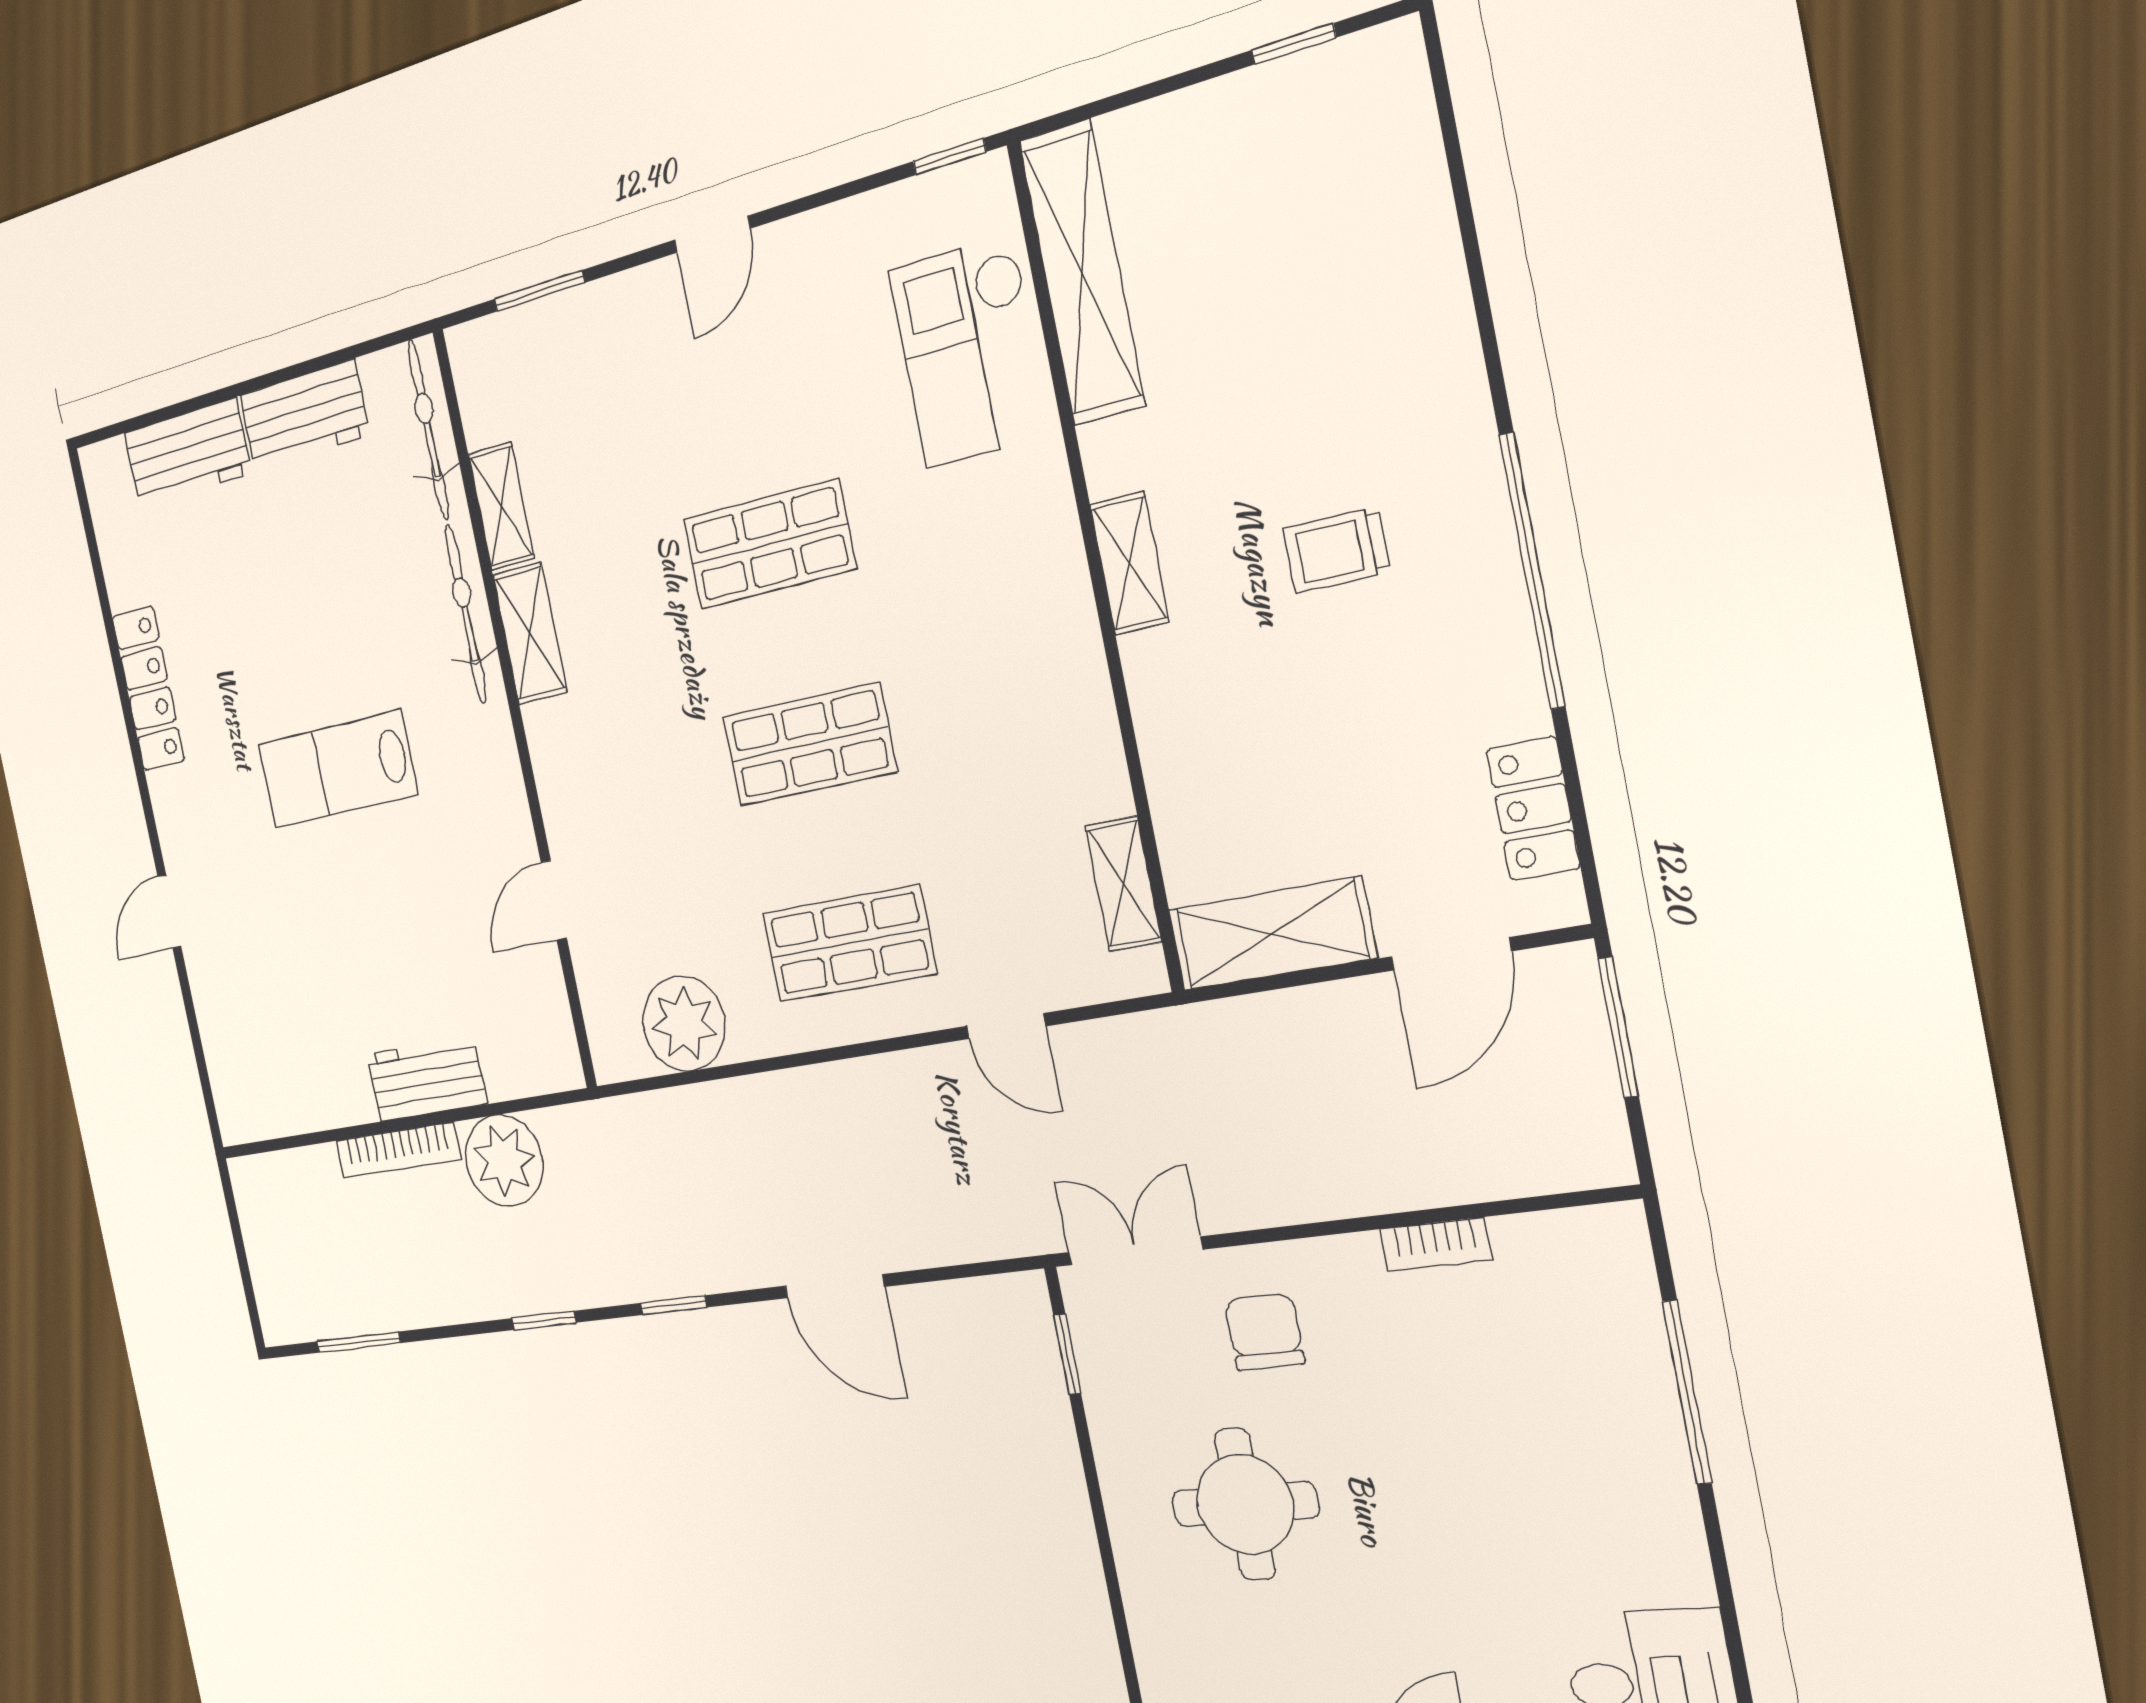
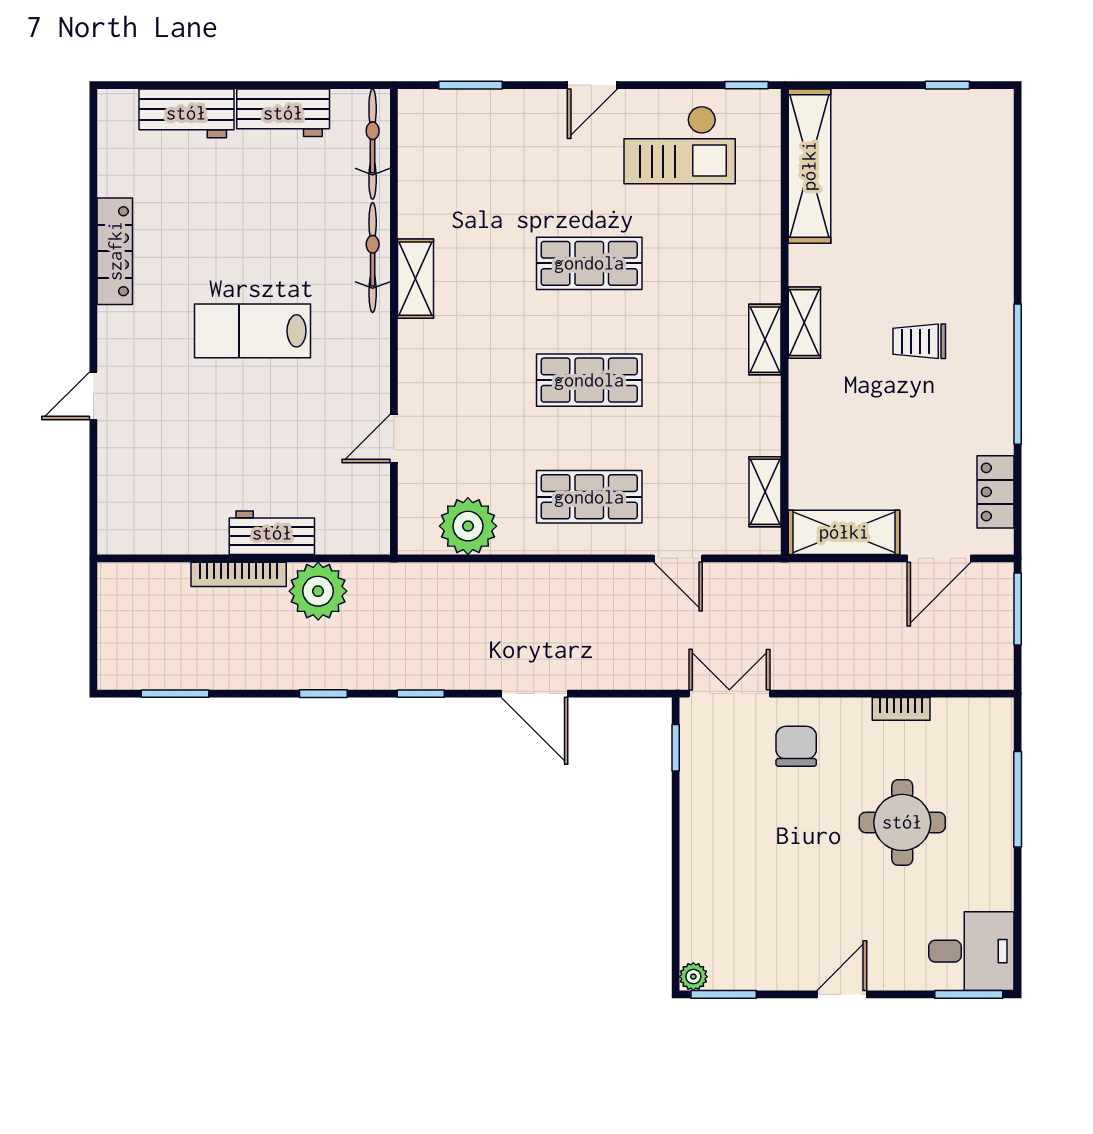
checkout: (970, 352) -> (680, 145), moved, turned -90
shelving: (501, 506) -> (765, 340), moved
round table: (1245, 1504) -> (902, 822), moved

